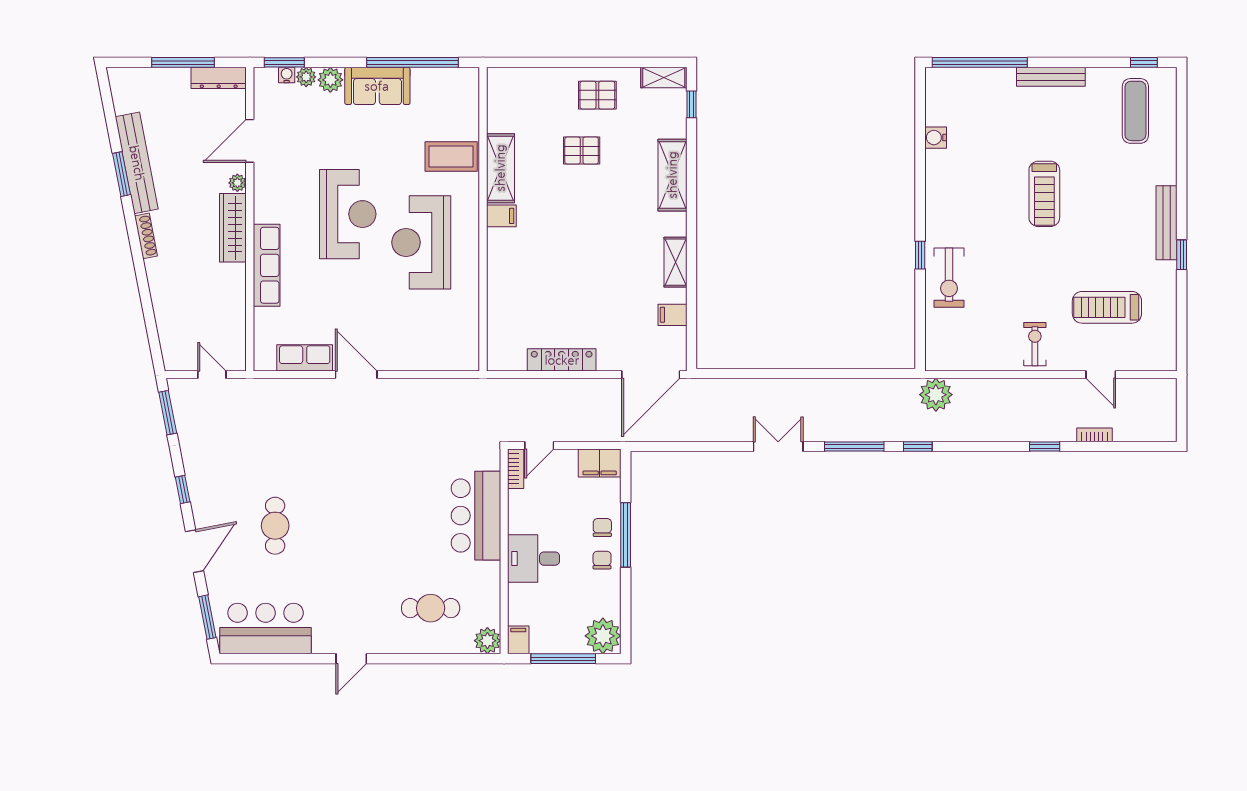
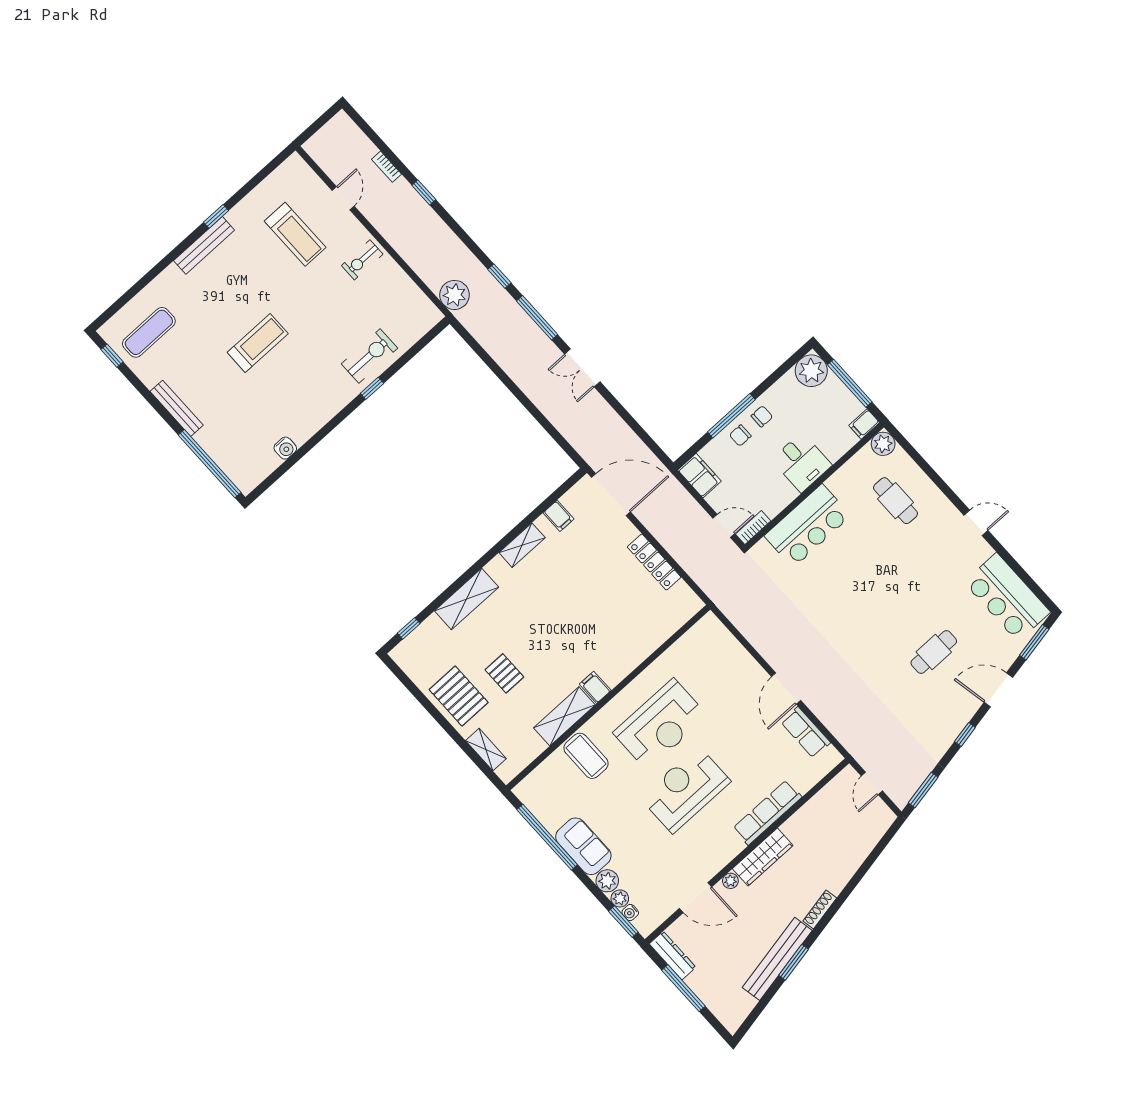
shelving: (664, 78) -> (486, 750), moved
pallet: (597, 95) -> (459, 696), width x1.50, depth x1.42
chair: (602, 560) -> (762, 416), turned 180

